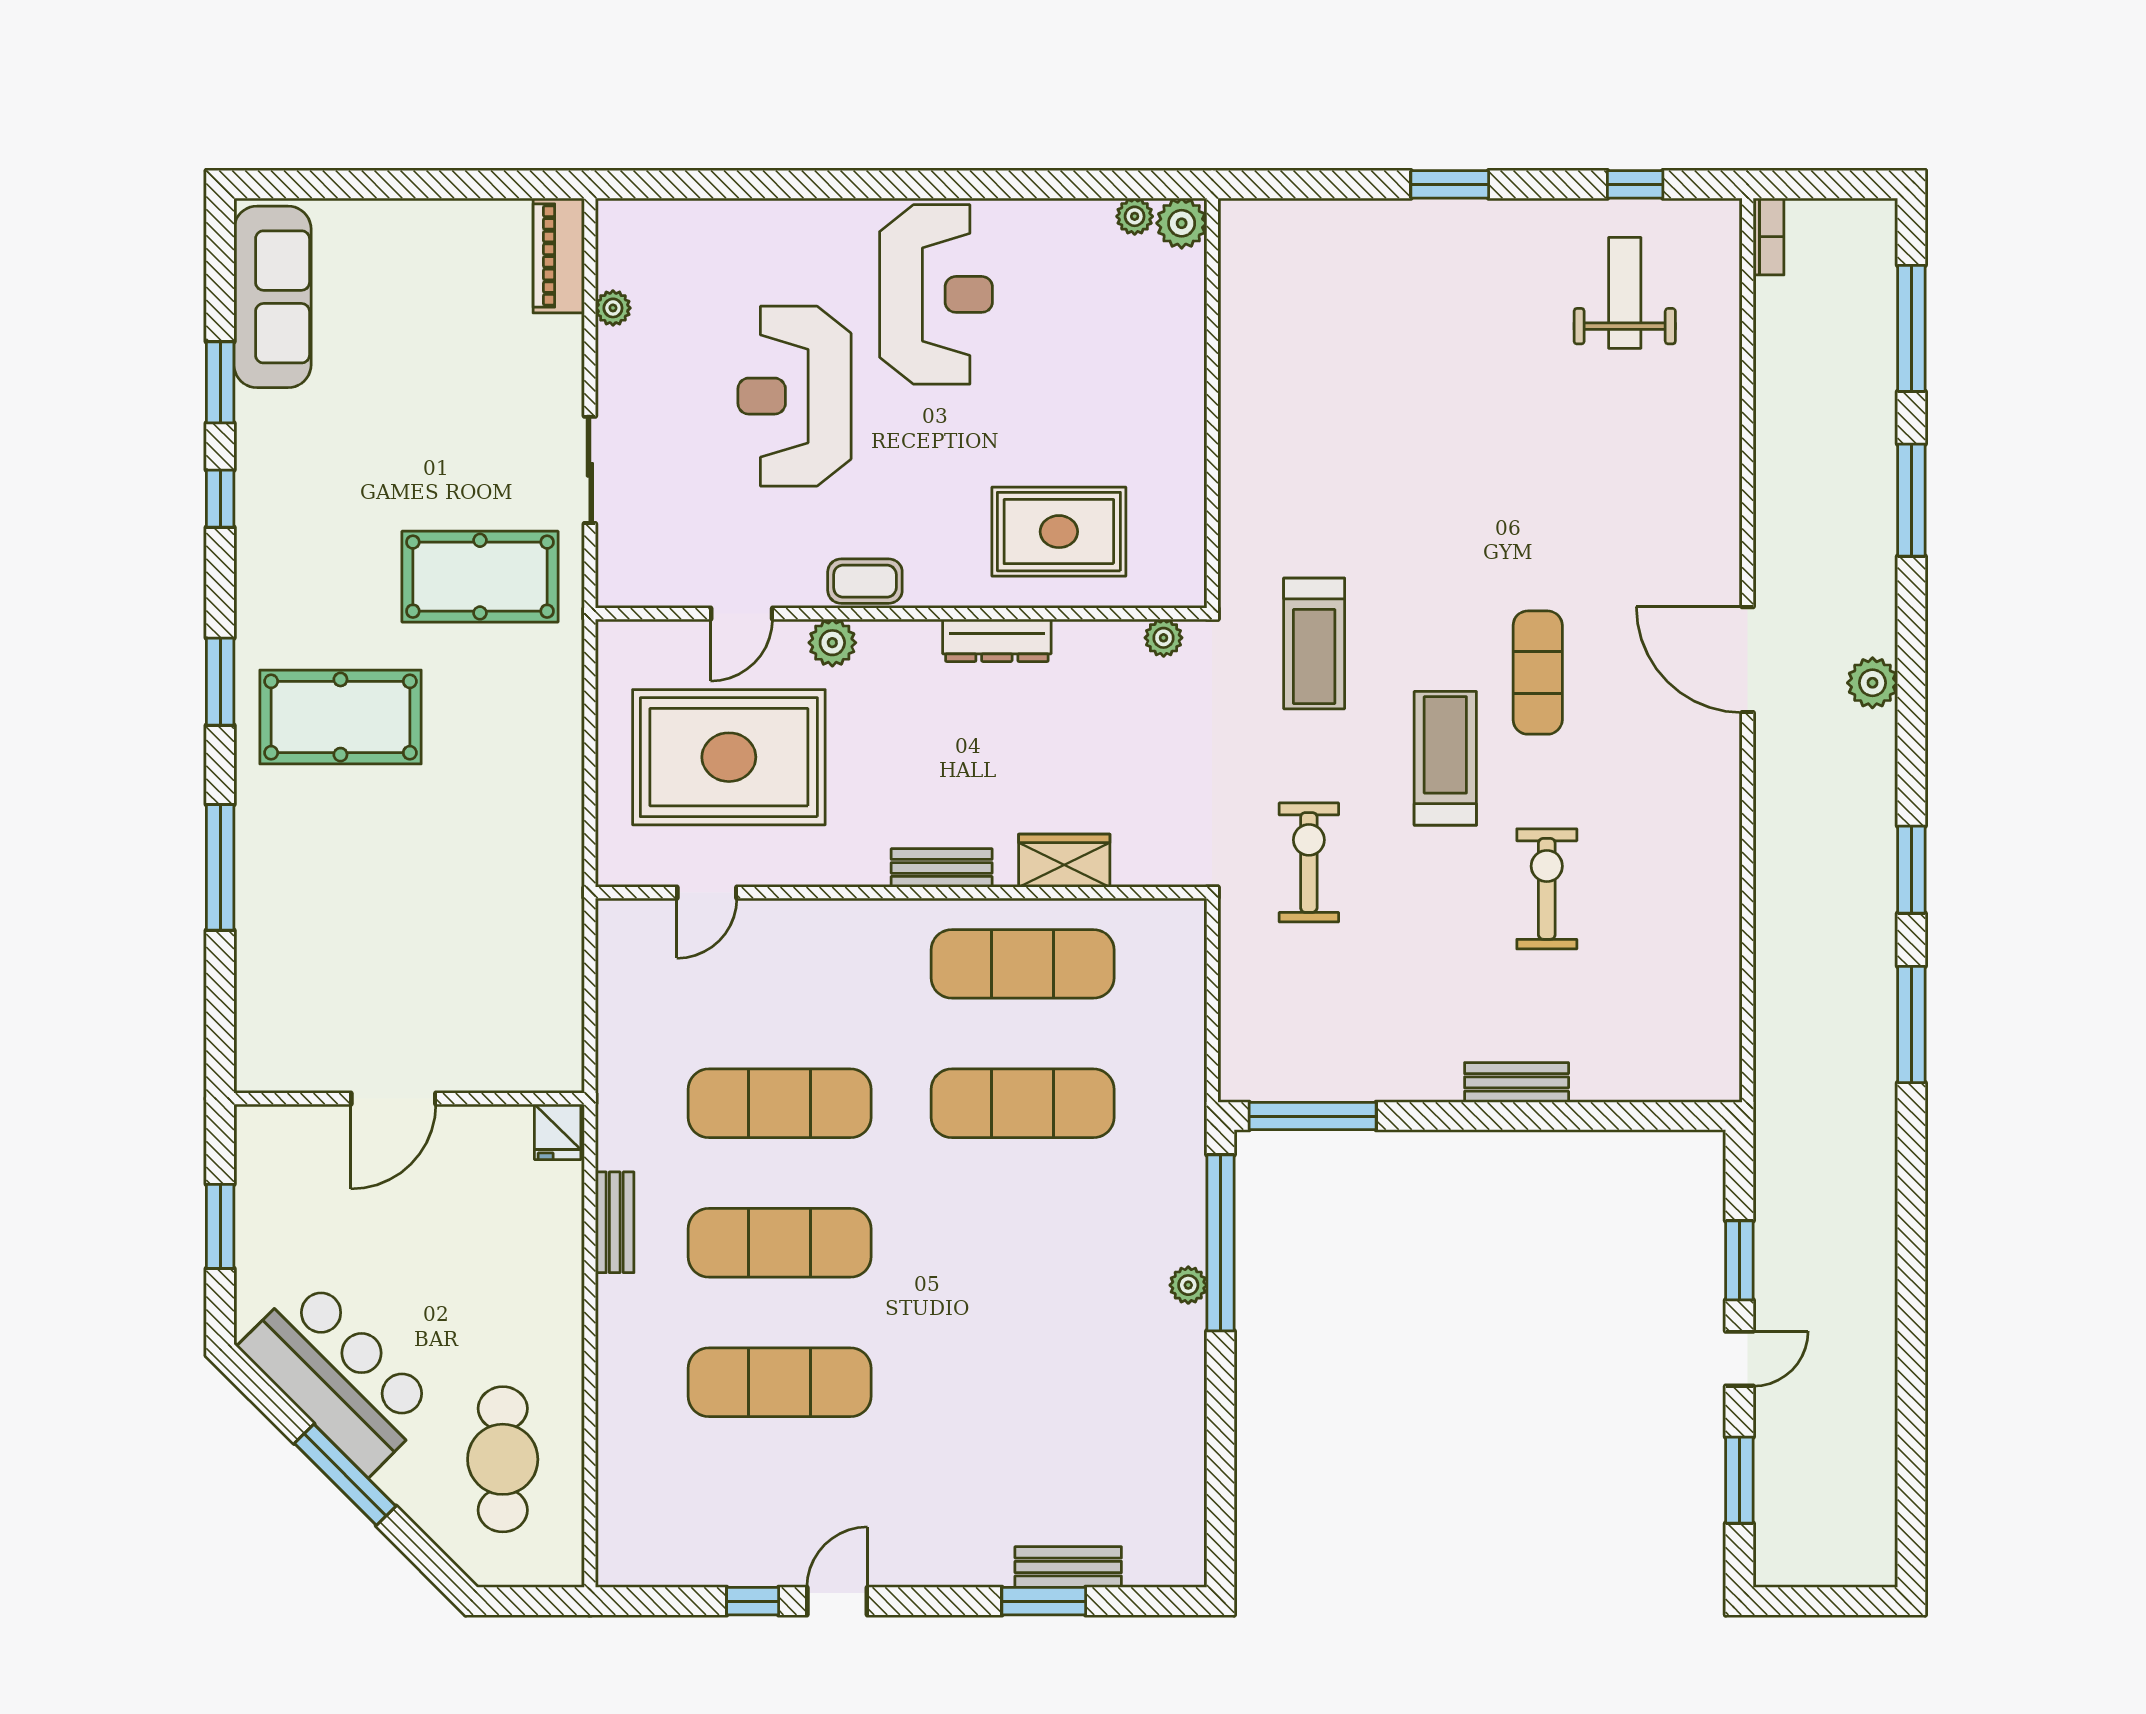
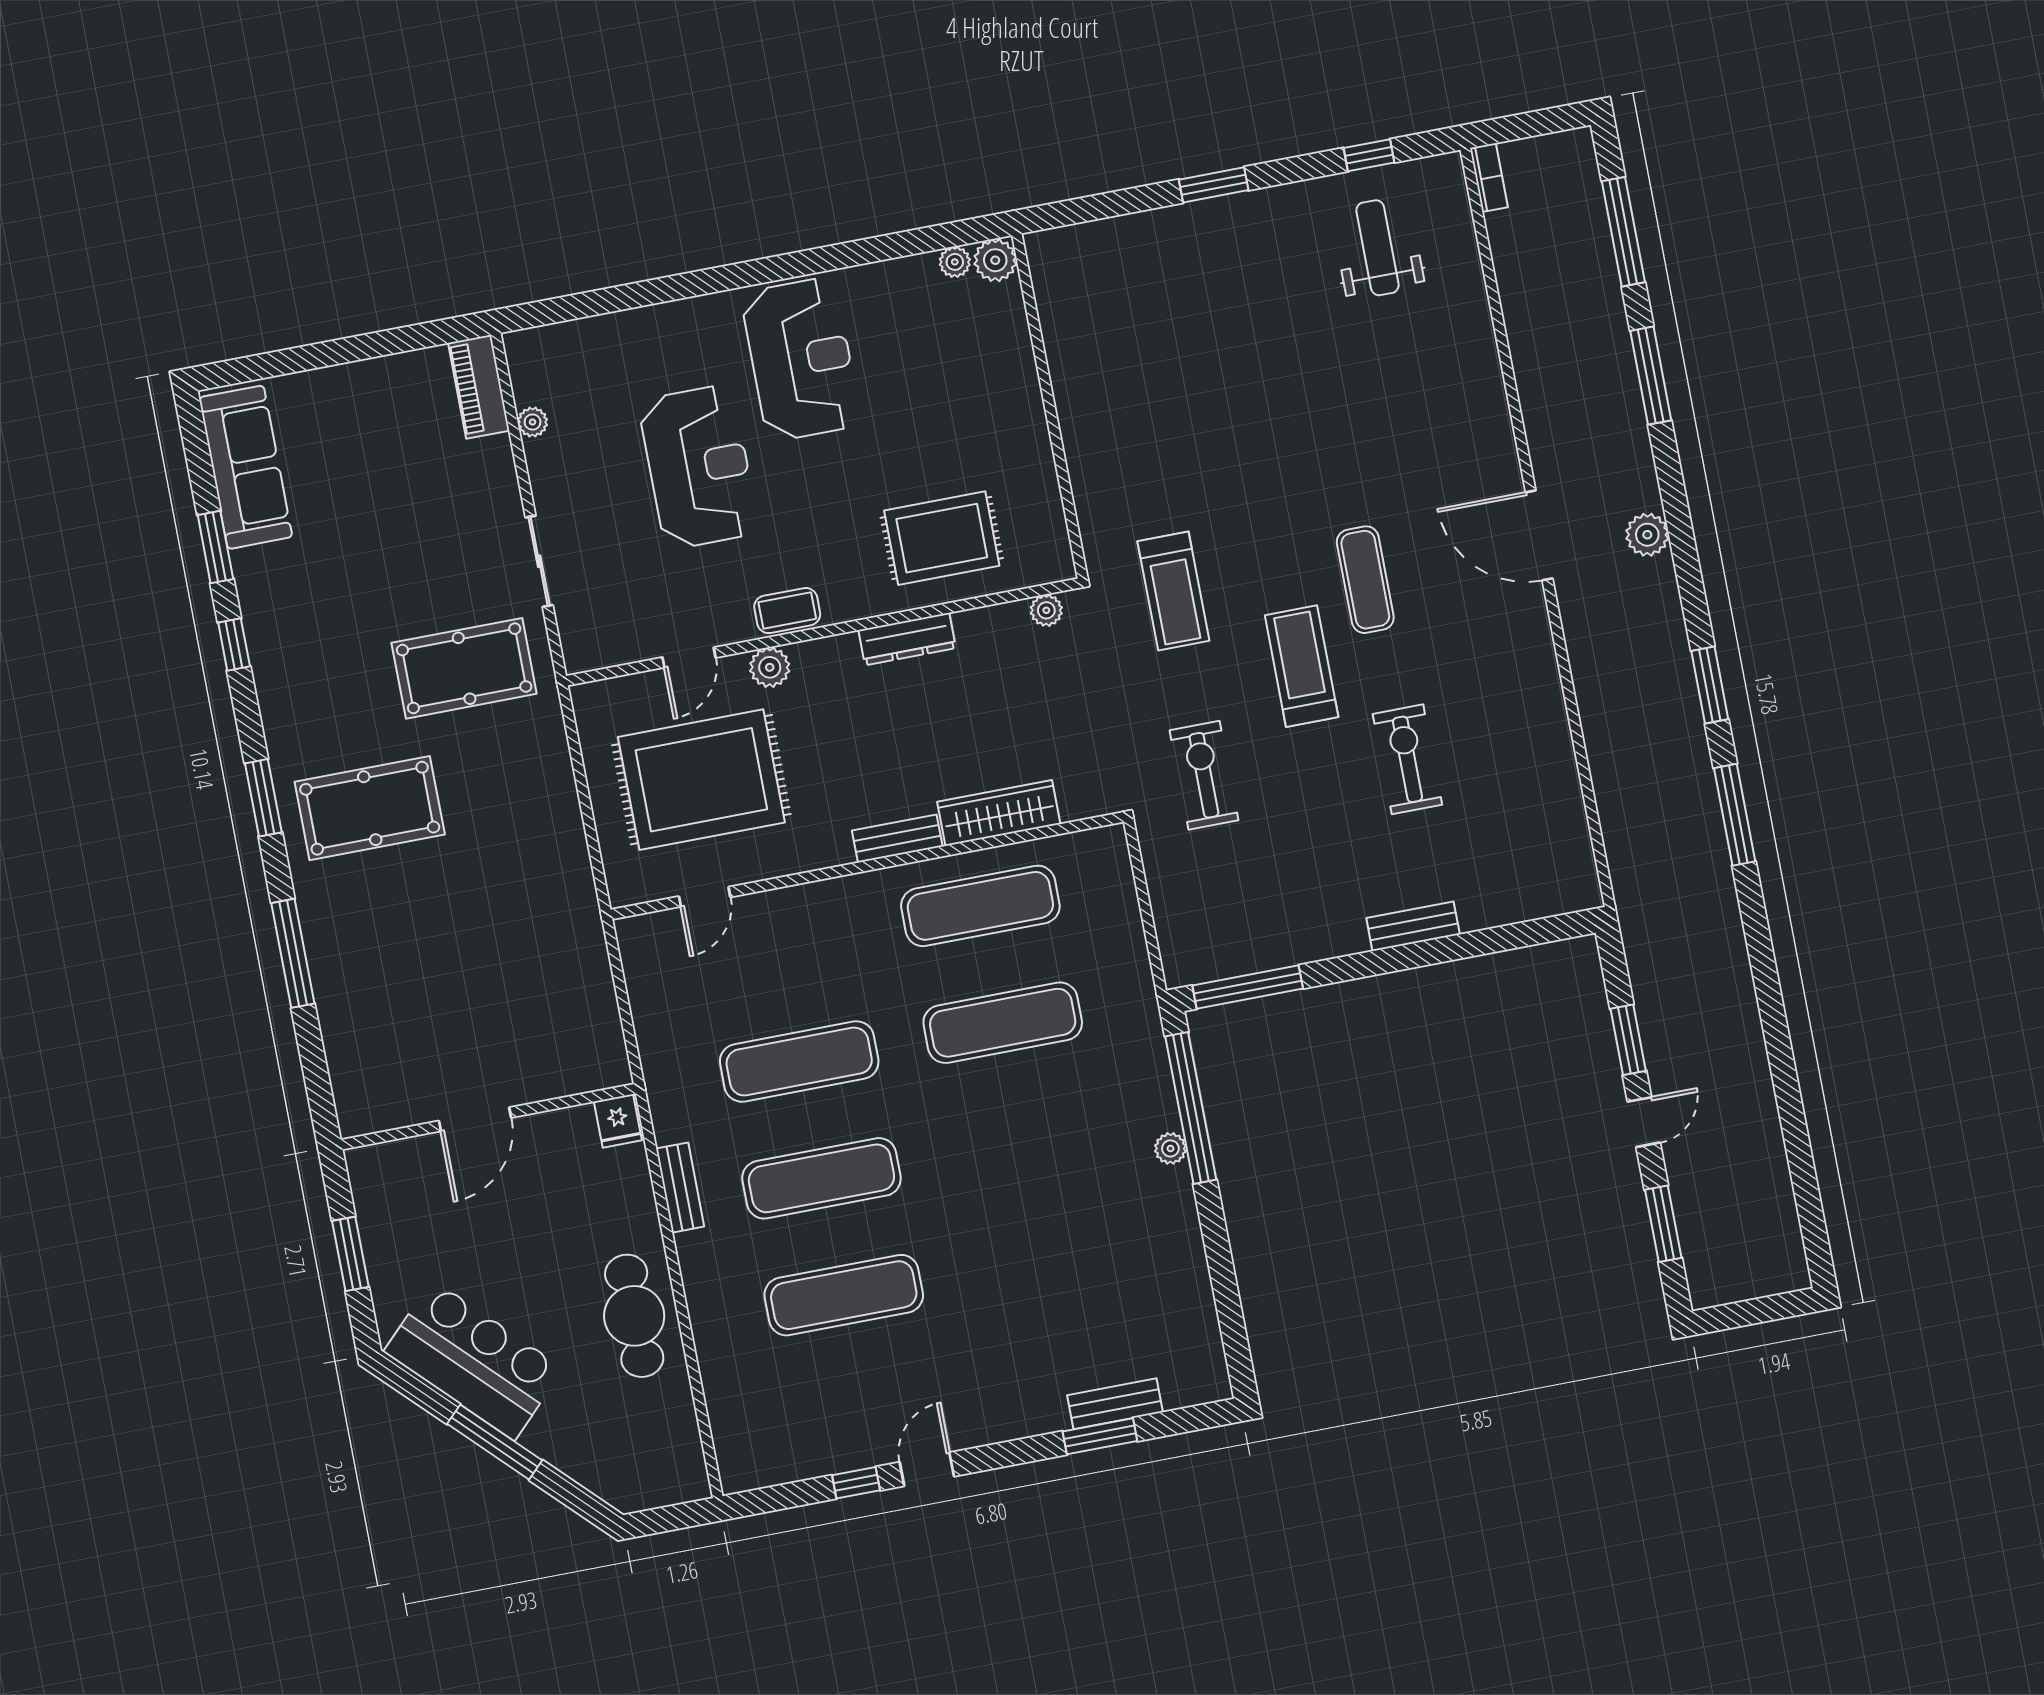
reception desk: (794, 396) -> (699, 467), turned 180
wardrobe: (1064, 861) -> (999, 813), width x1.50
cafe table: (503, 1459) -> (634, 1316), moved

